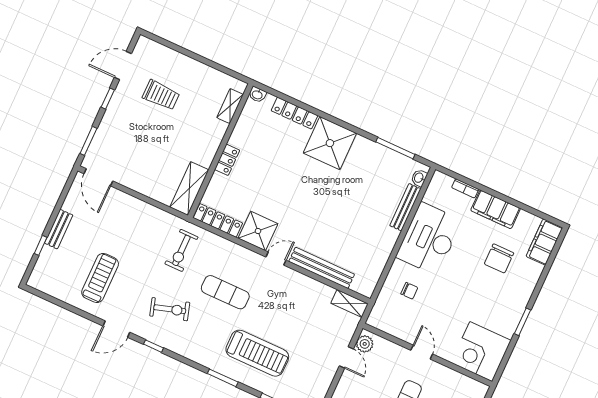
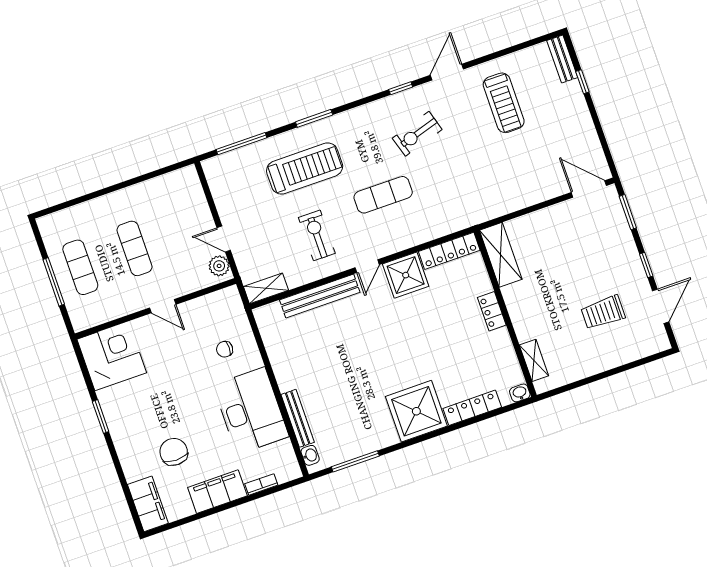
bench: (59, 229) -> (562, 59), moved
exercise bike: (181, 250) -> (317, 235), moved
treadmill: (257, 353) -> (305, 169), turned 180

